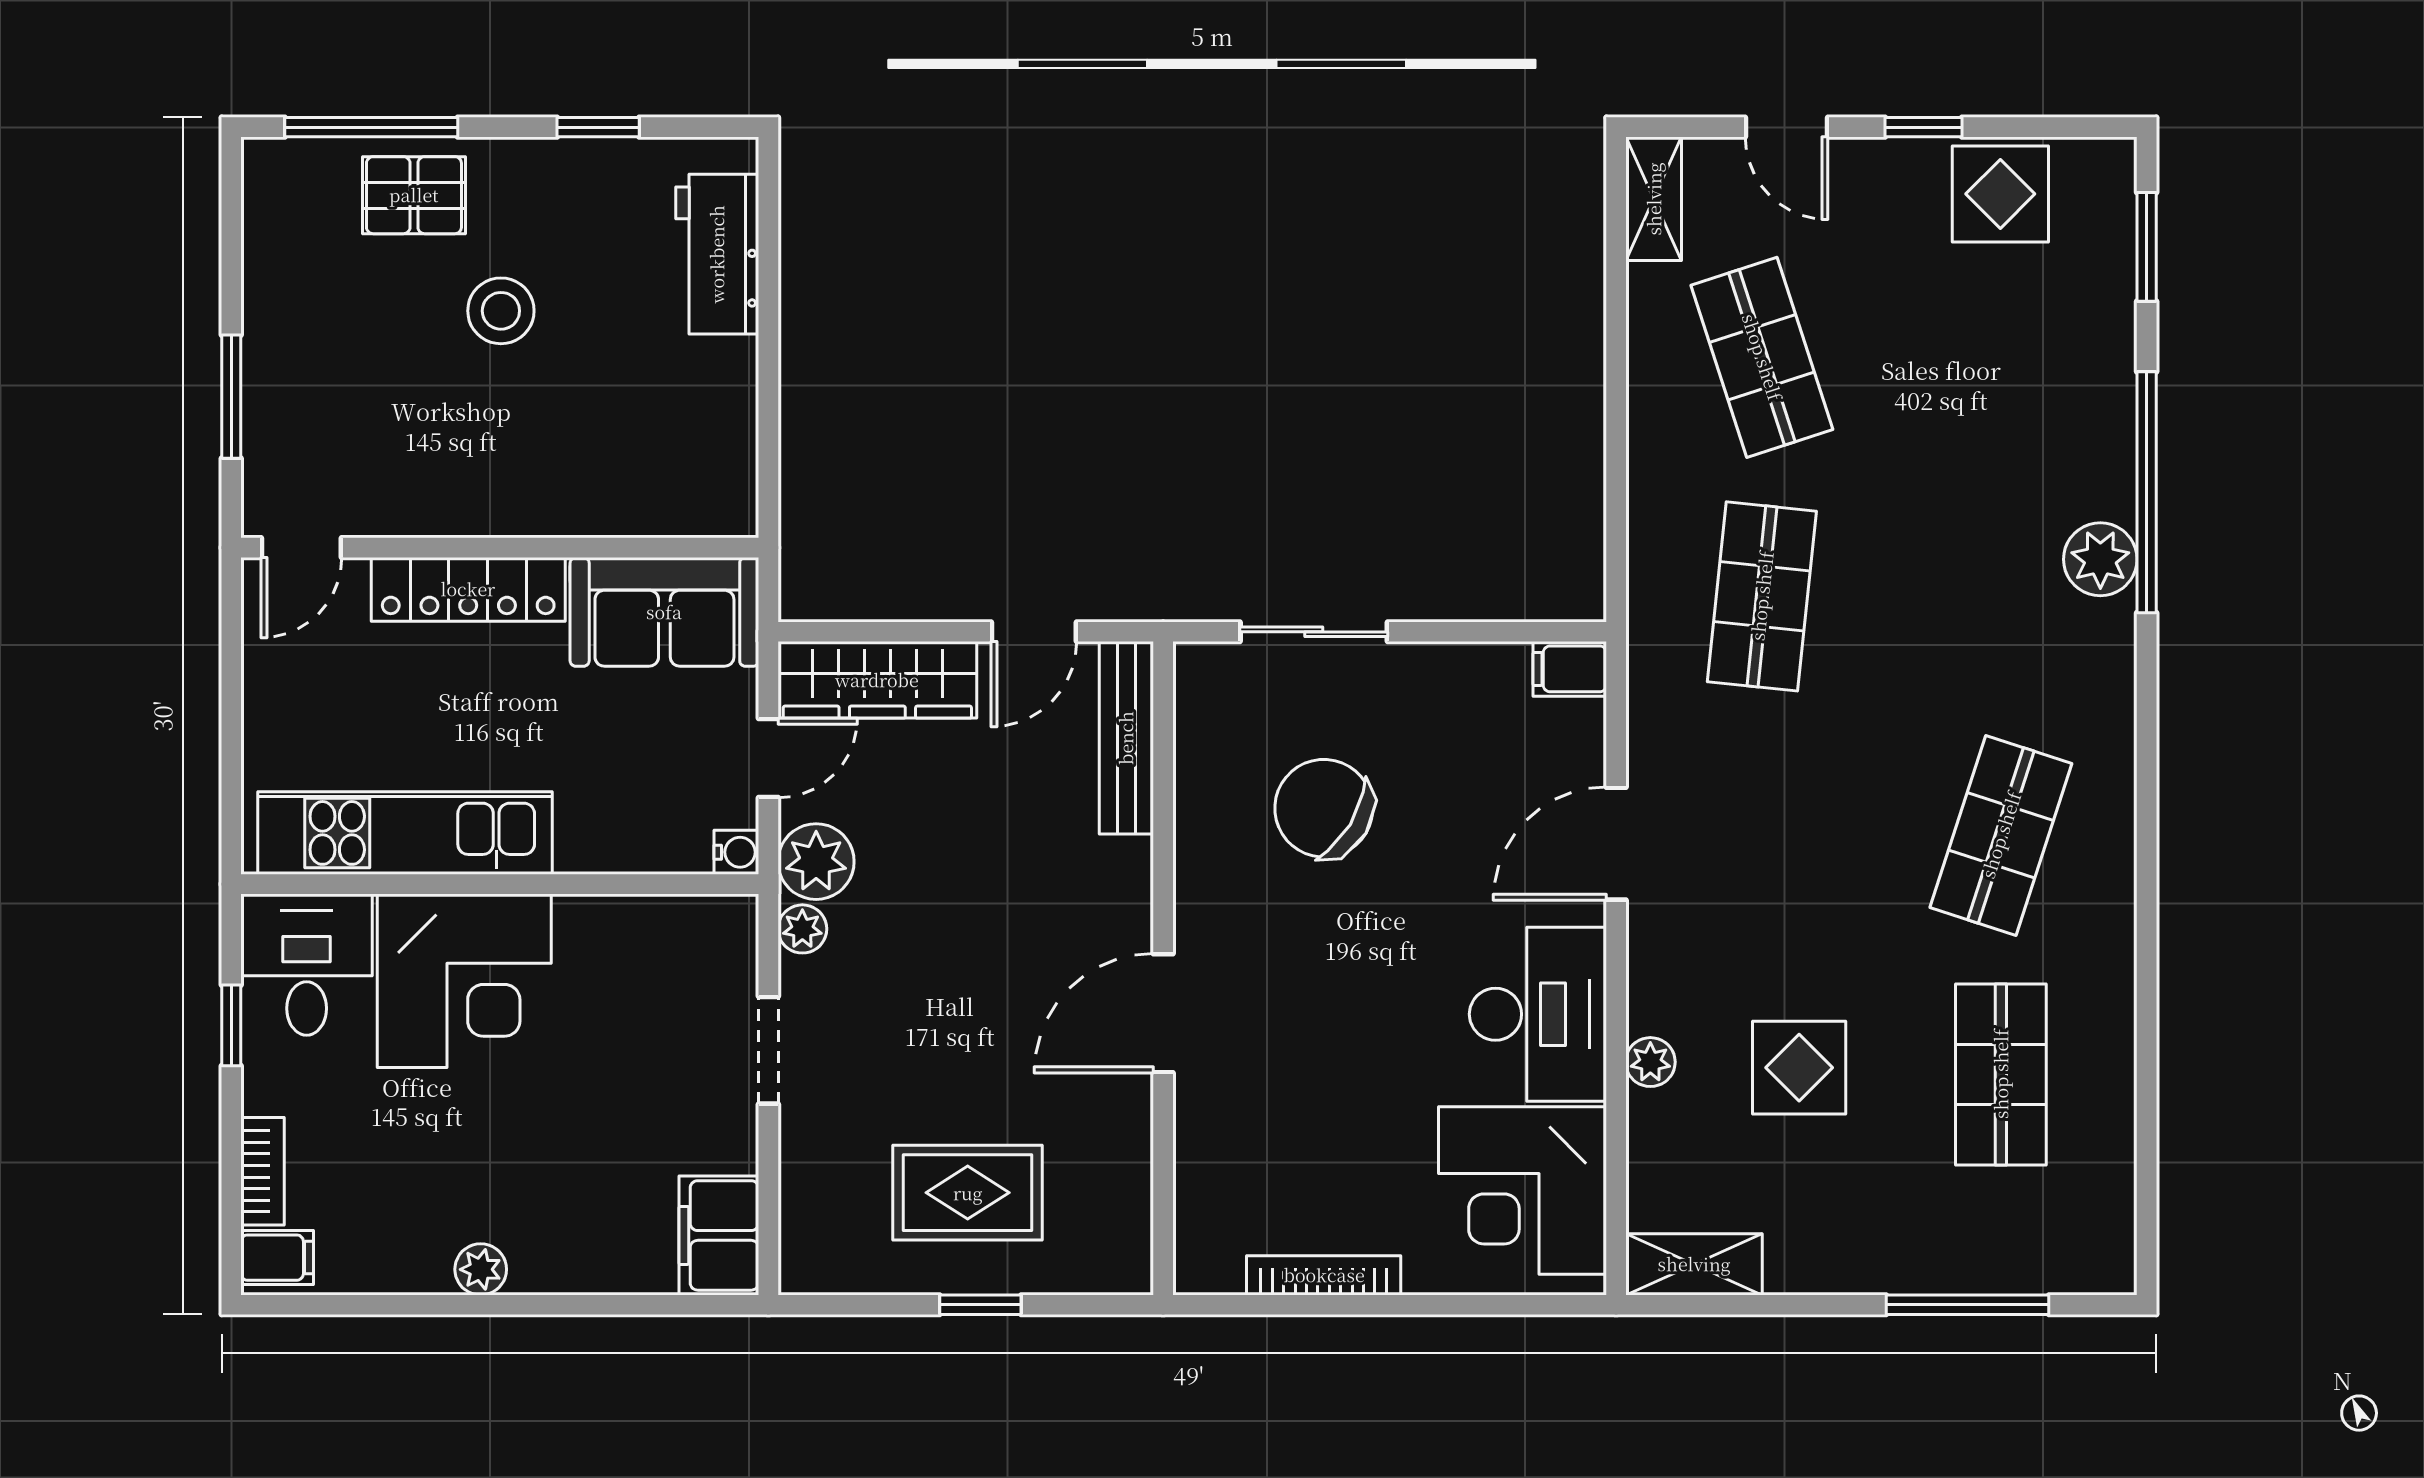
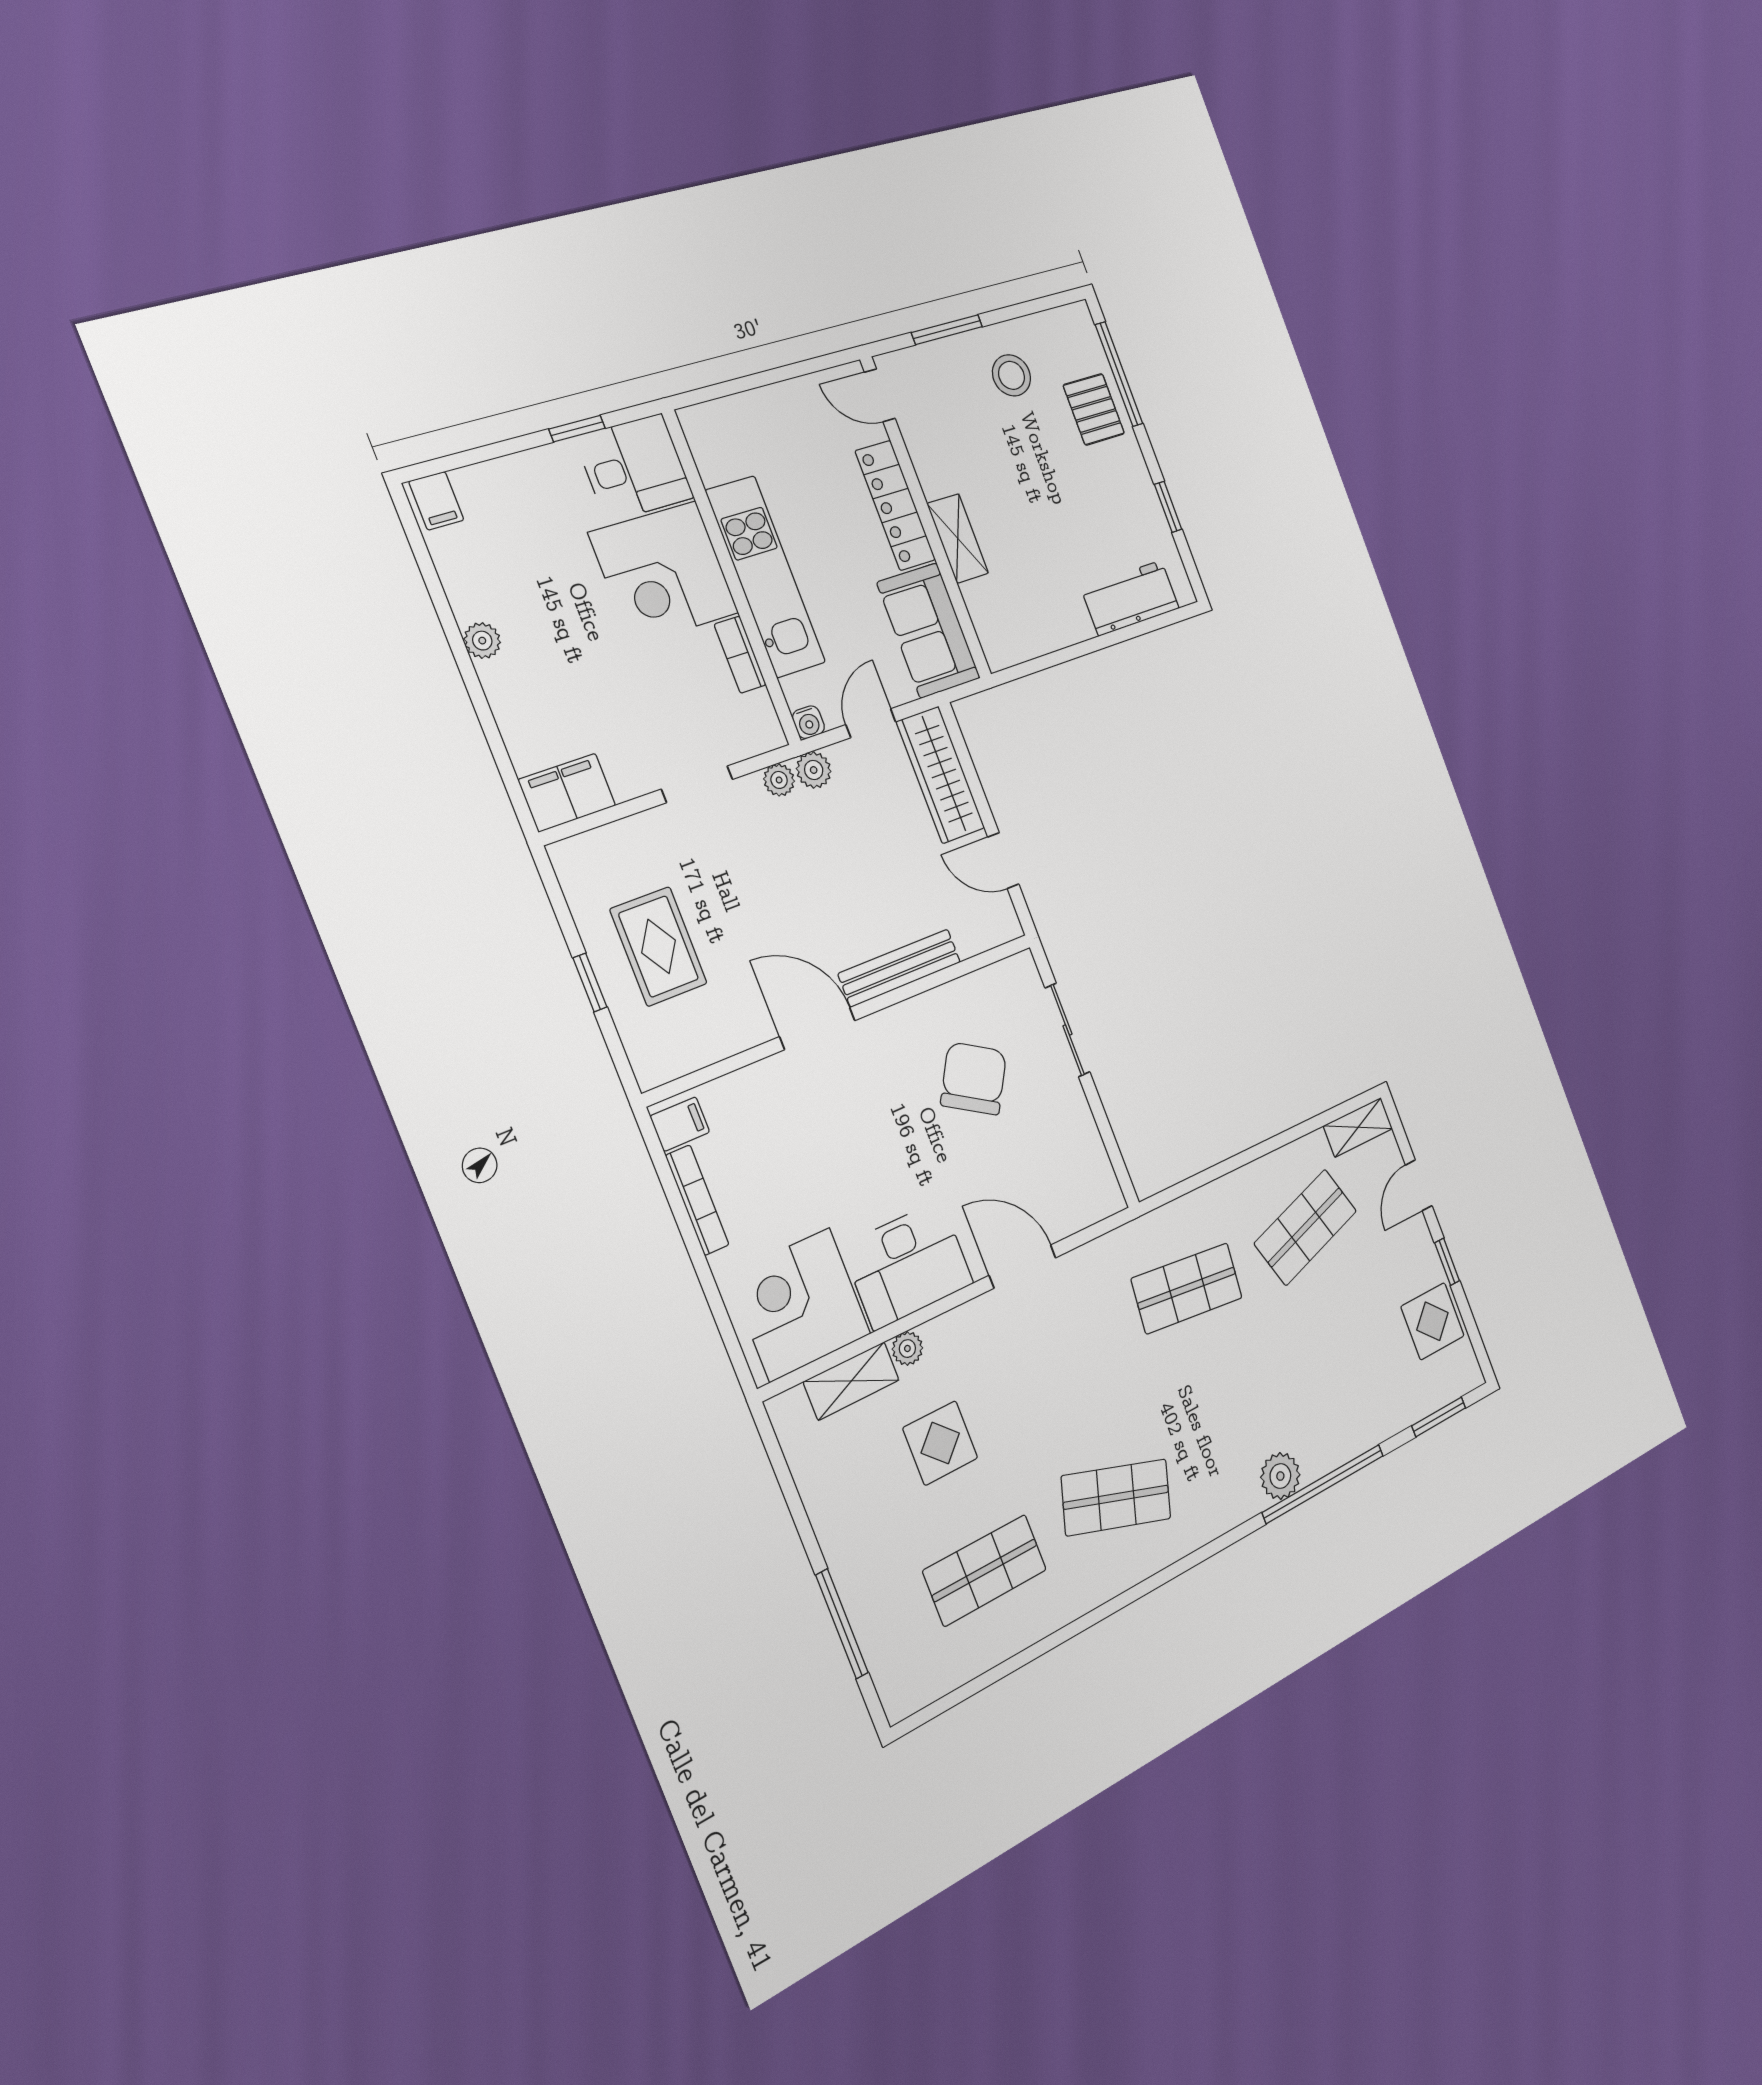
stool: (501, 311) -> (1011, 375), moved
shelving: (545, 509) -> (958, 538), added
filing cabinet: (1570, 669) -> (680, 1124), moved, turned 90
bench: (1126, 738) -> (900, 968), moved
door: (768, 758) -> (871, 723), swing flipped
kitchen unit: (405, 833) -> (766, 577), moved
plant: (816, 862) -> (814, 770), width x0.73, depth x0.73
bookcase: (263, 1171) -> (740, 655), moved, turned 90
shelving: (1694, 1264) -> (851, 1381), moved, turned 90

